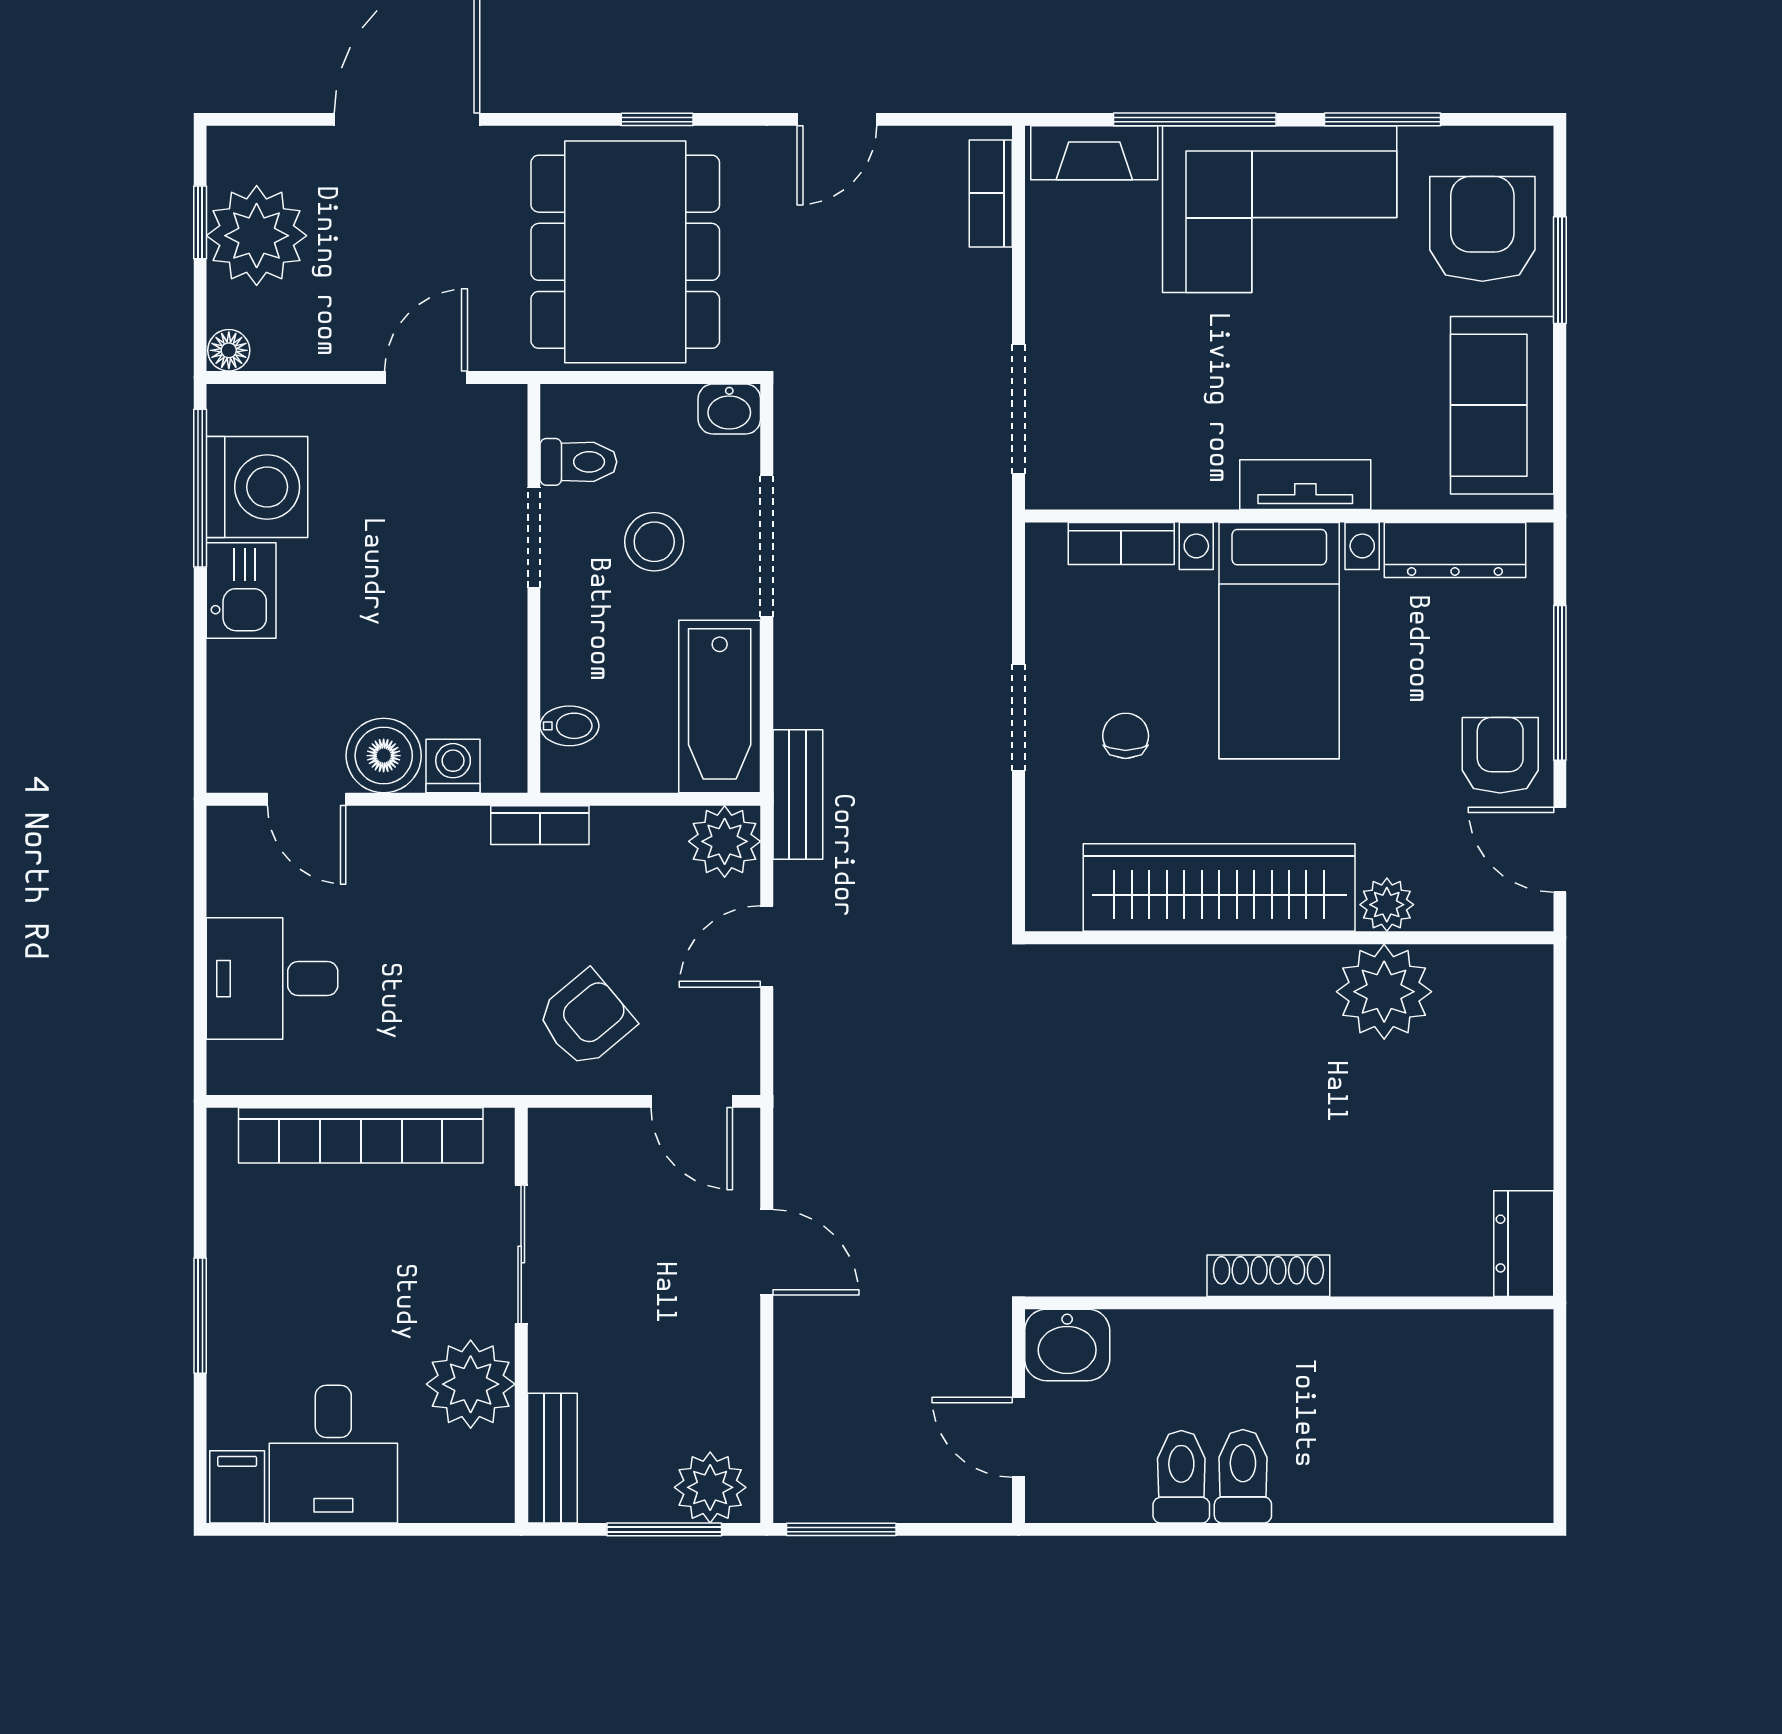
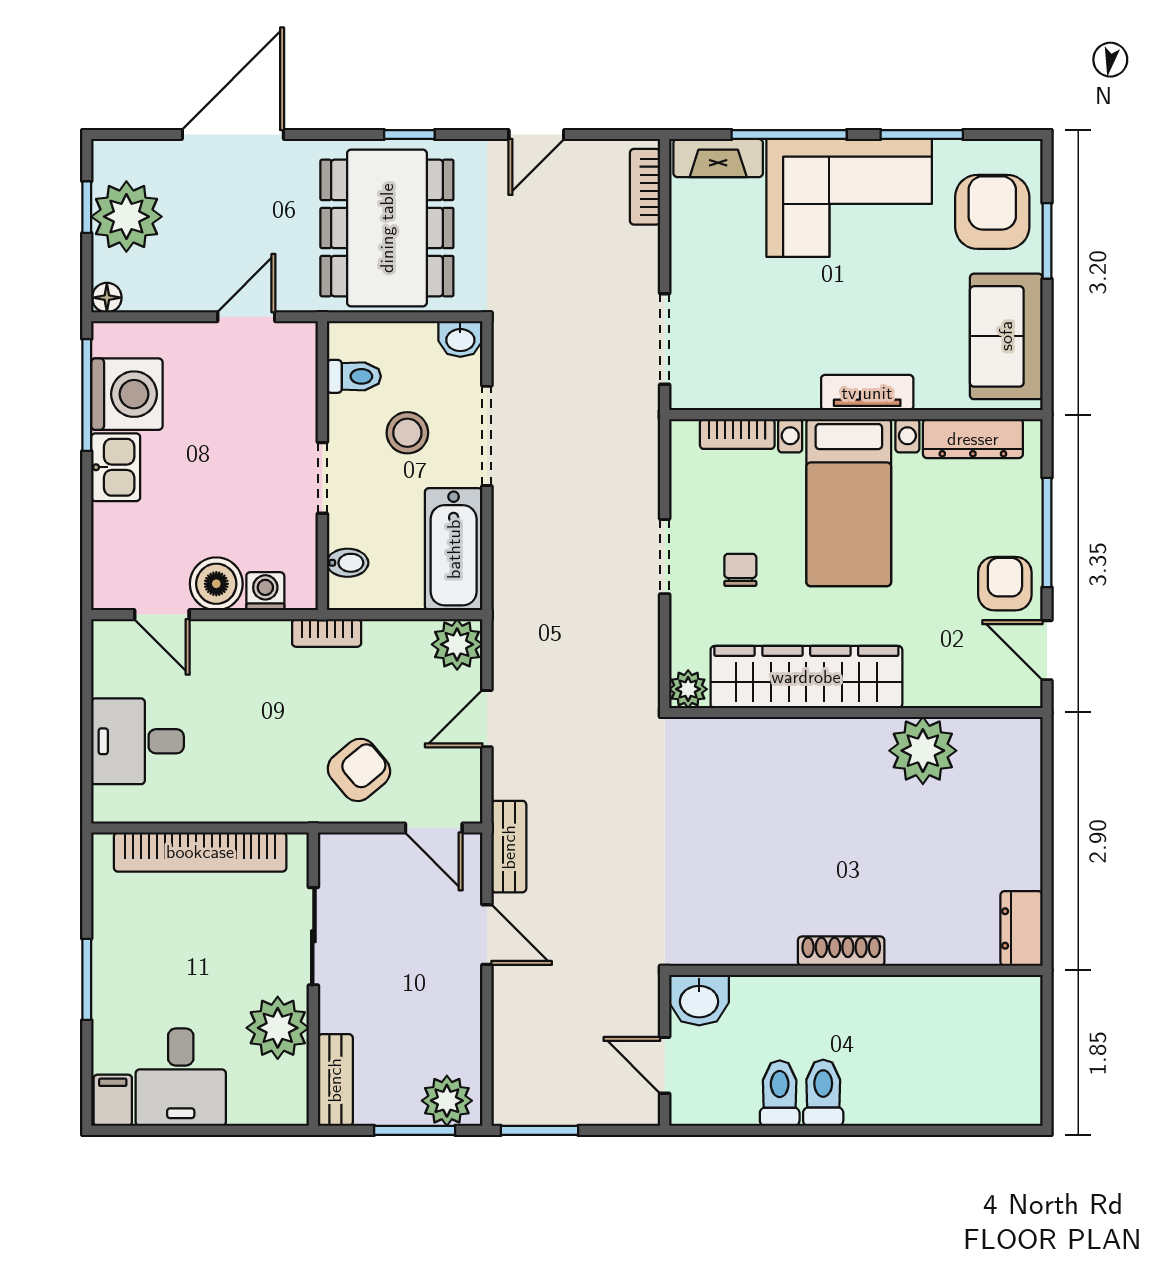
doorway: (534, 537) -> (322, 478), moved
bench: (798, 794) -> (509, 847), moved
plant: (1387, 905) -> (688, 689), moved

